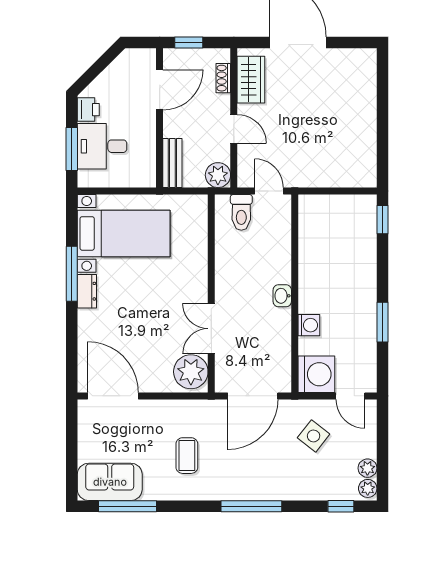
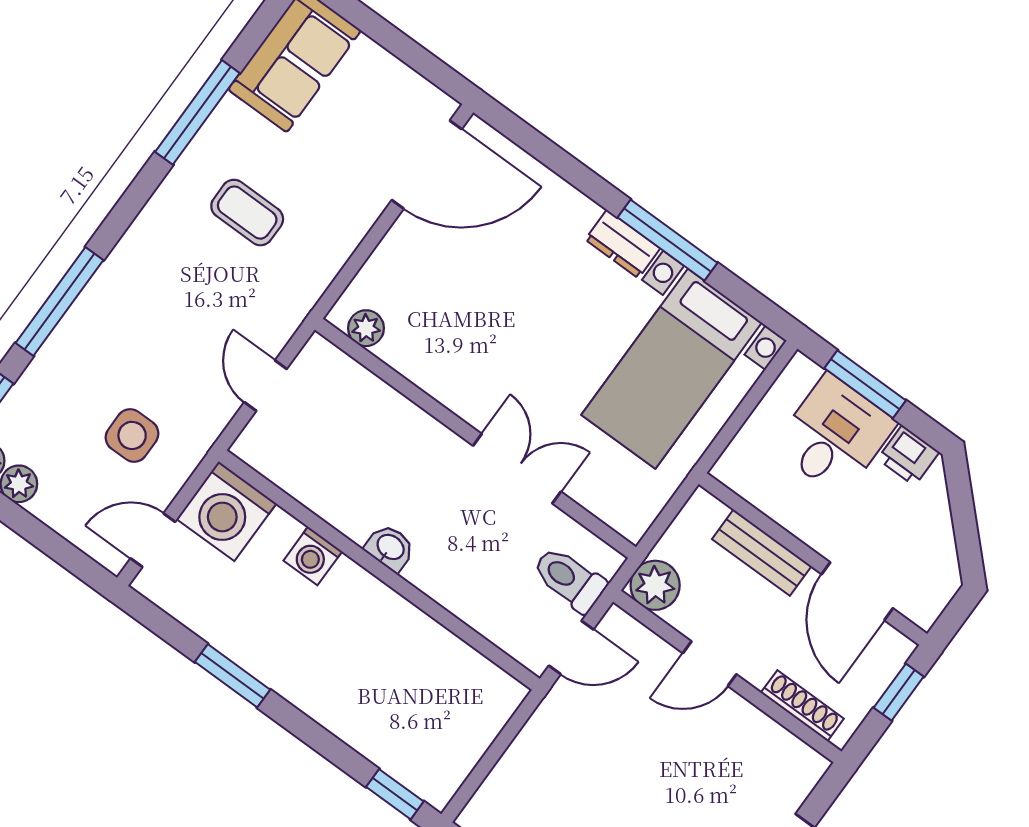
shoe rack: (223, 78) -> (802, 706), width x1.43
wardrobe: (251, 80) -> (768, 748), removed
bench: (172, 163) -> (762, 553), moved
double door: (211, 329) -> (517, 469), moved
plant: (191, 372) -> (366, 328), width x0.53, depth x0.53
door: (253, 396) -> (266, 386), width x0.53
side table: (314, 436) -> (132, 435), turned -38
window: (128, 506) -> (197, 112), moved
window: (251, 506) -> (59, 302), moved

